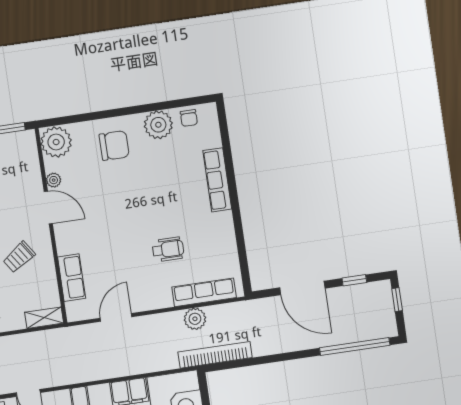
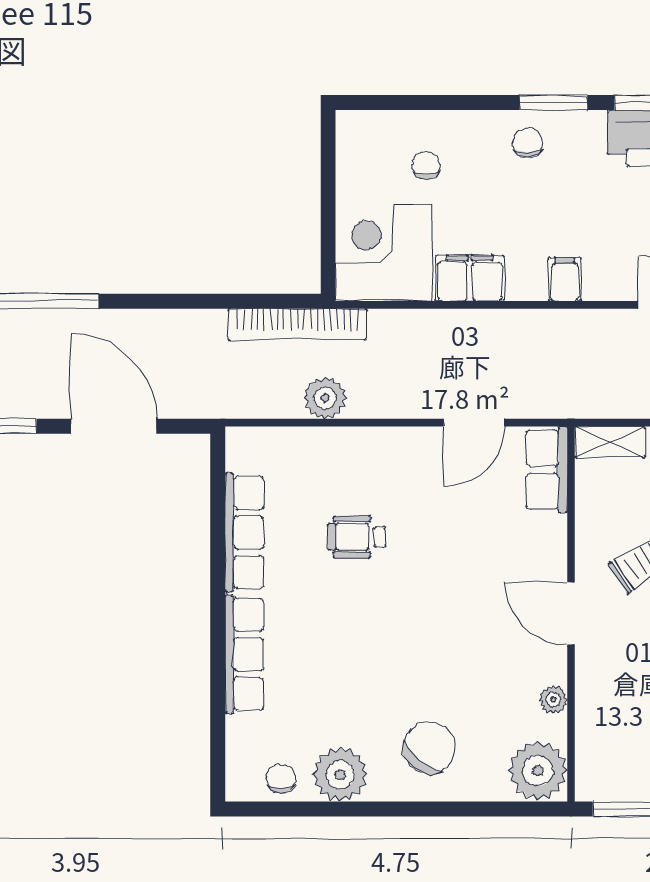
chair: (114, 145) -> (429, 748), turned 129
door: (48, 207) -> (571, 613), moved
row of seats: (72, 278) -> (547, 470), moved
row of seats: (204, 292) -> (244, 532), moved, turned -90

